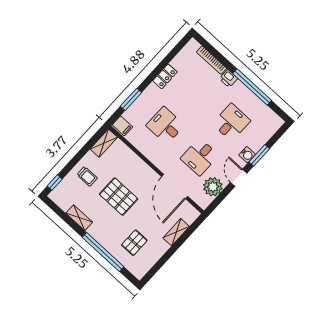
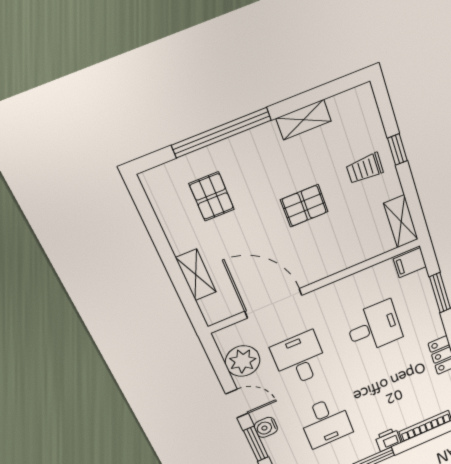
window: (55, 183) -> (397, 149), moved
pallet: (119, 197) -> (304, 206), width x0.67, depth x0.71

